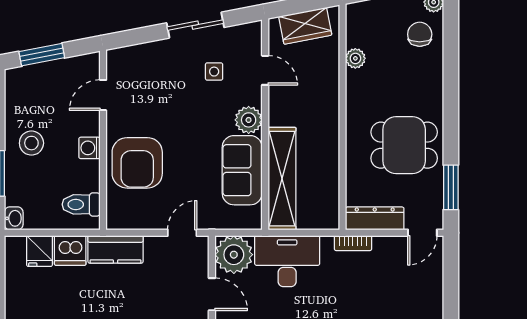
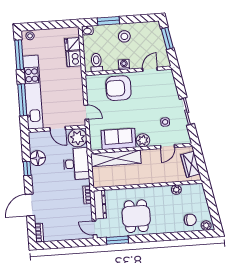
door: (103, 95) -> (150, 69), hinge flipped
kitchen counter: (116, 249) -> (76, 81), removed
door: (212, 294) -> (58, 129), hinge flipped

